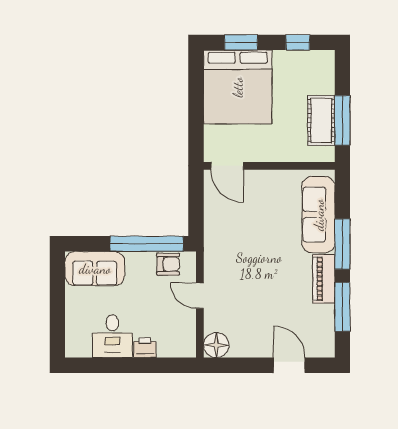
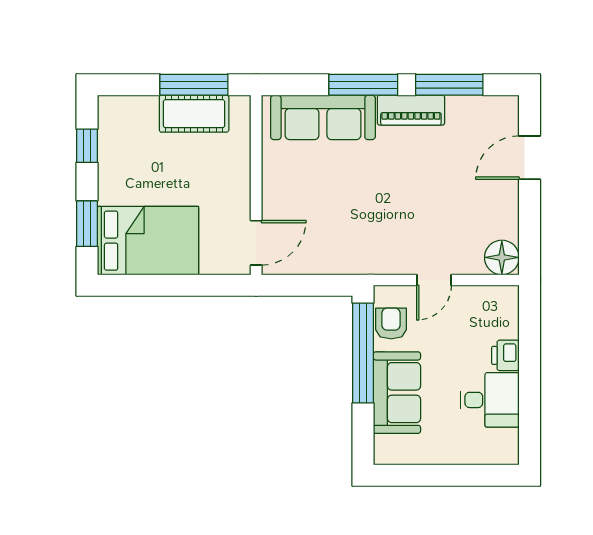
bed: (238, 87) -> (148, 241), width x0.73
sofa: (95, 269) -> (397, 393), moved

